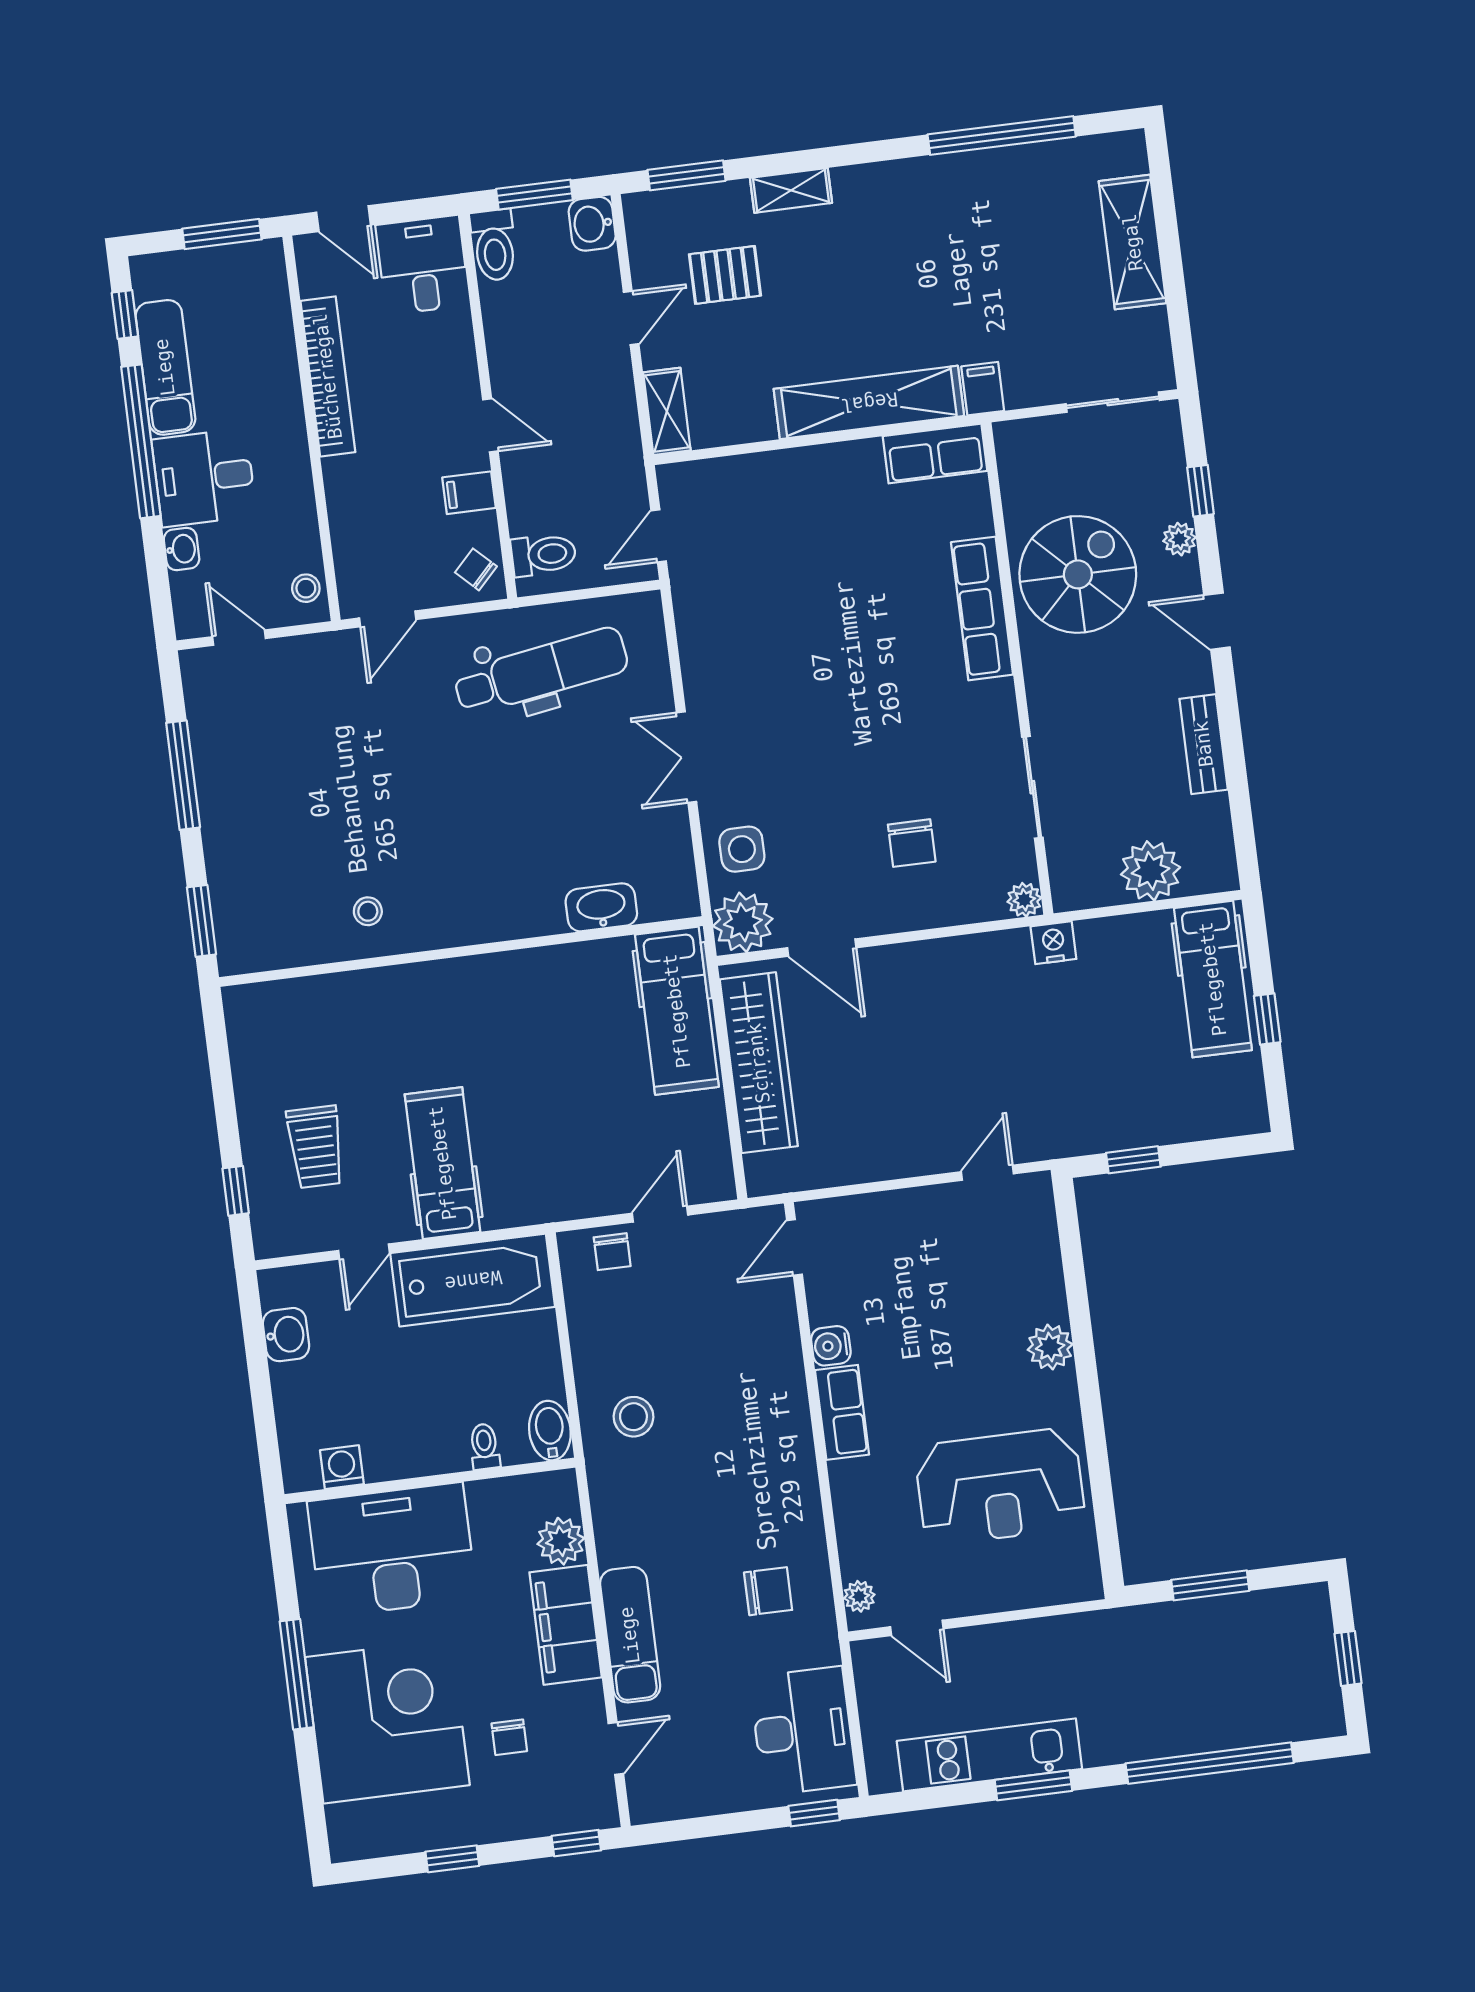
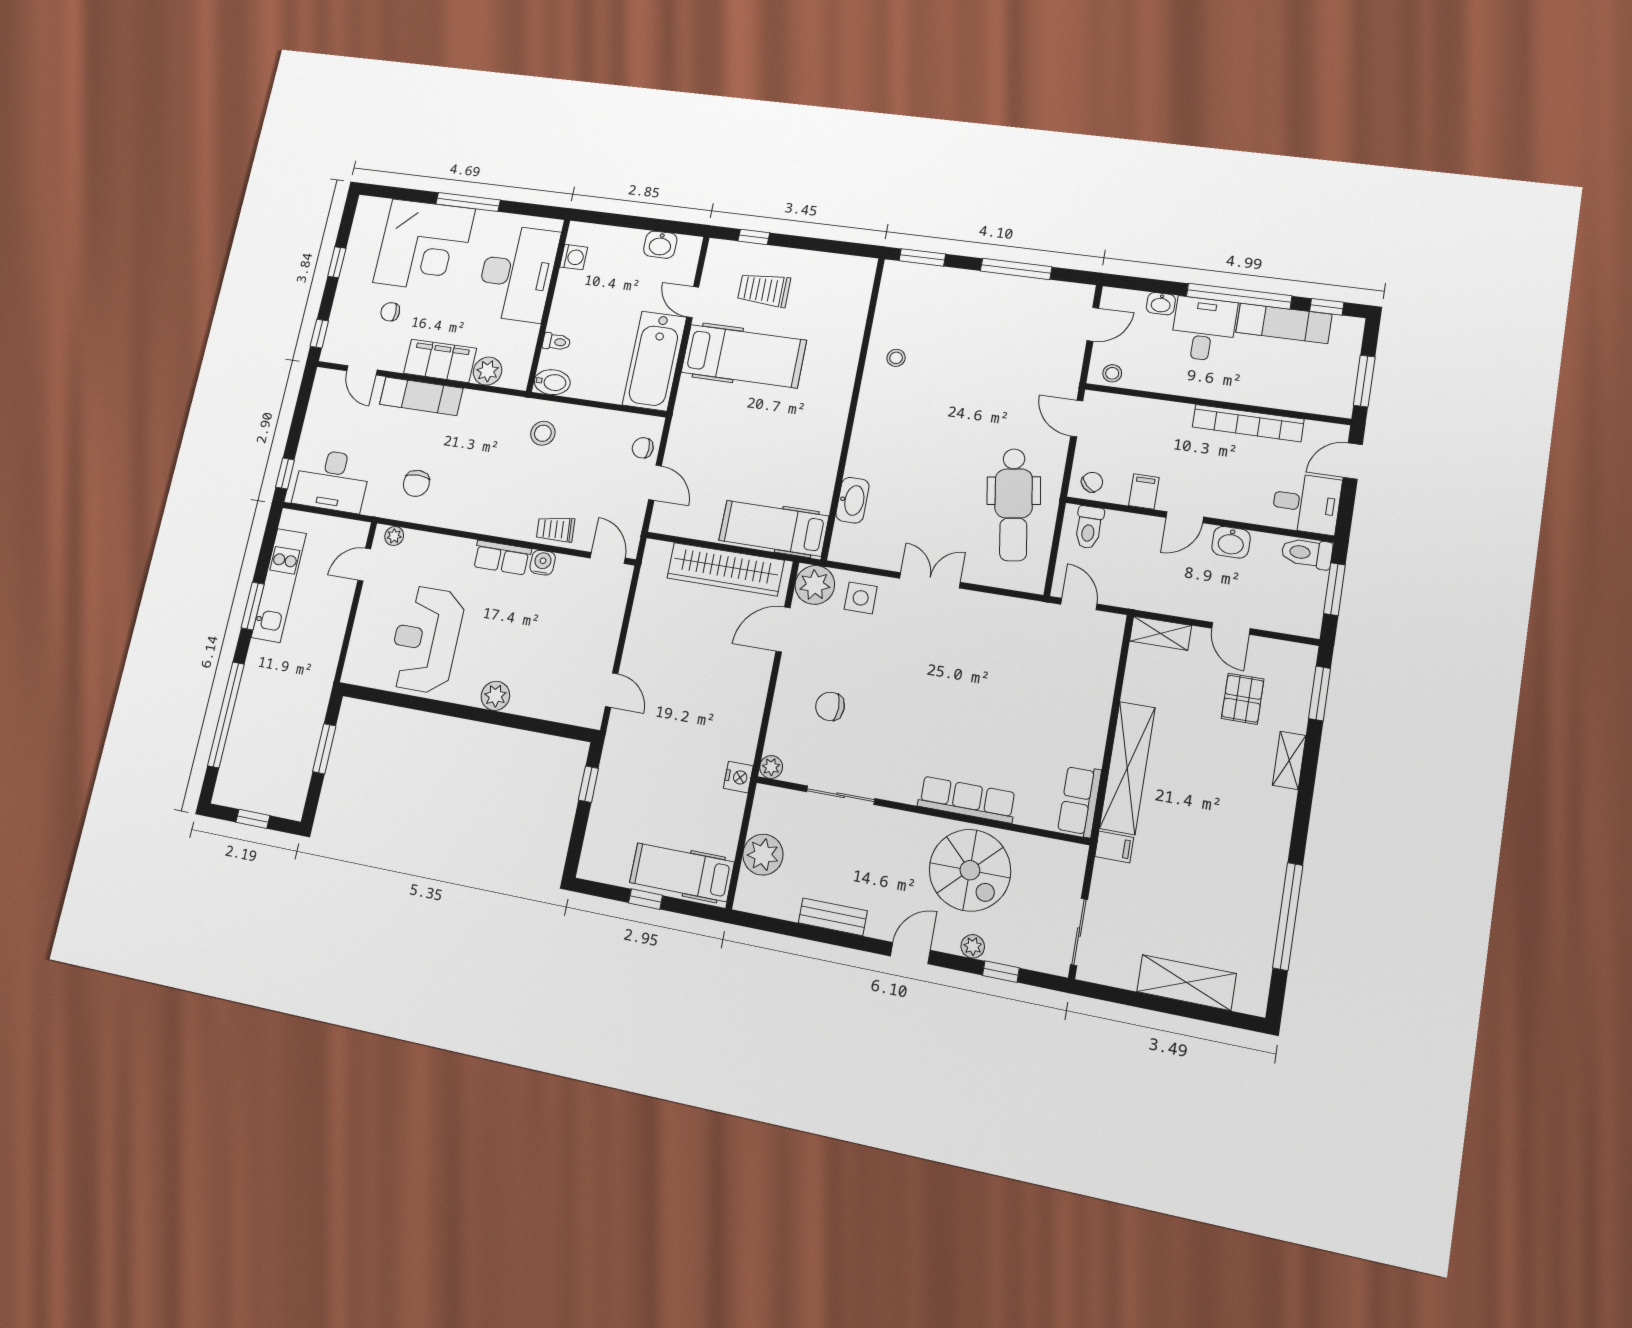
washbasin: (592, 224) -> (1231, 542), moved, turned 180
hospital bed: (443, 1163) -> (744, 356), width x1.37, depth x1.29
trolley: (775, 1344) -> (556, 529), added

